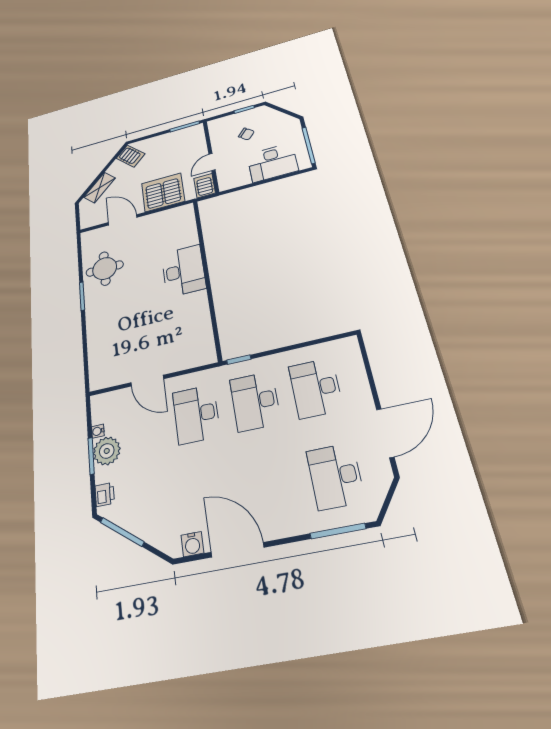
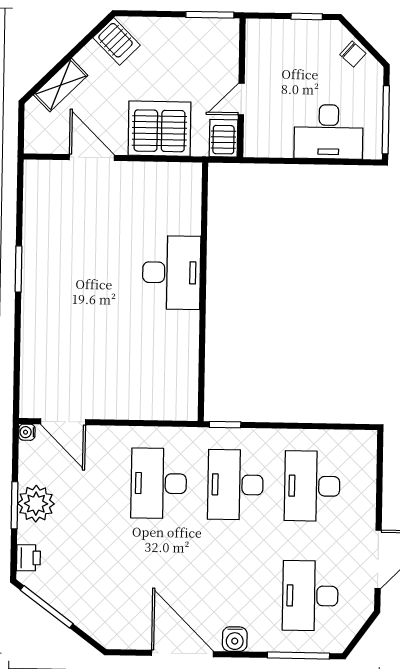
chair: (246, 134) -> (353, 54), moved
round table: (105, 269) -> (56, 233), removed
door: (147, 381) -> (63, 422), moved
water cooler: (98, 431) -> (27, 432), moved
water cooler: (192, 544) -> (235, 639), moved

